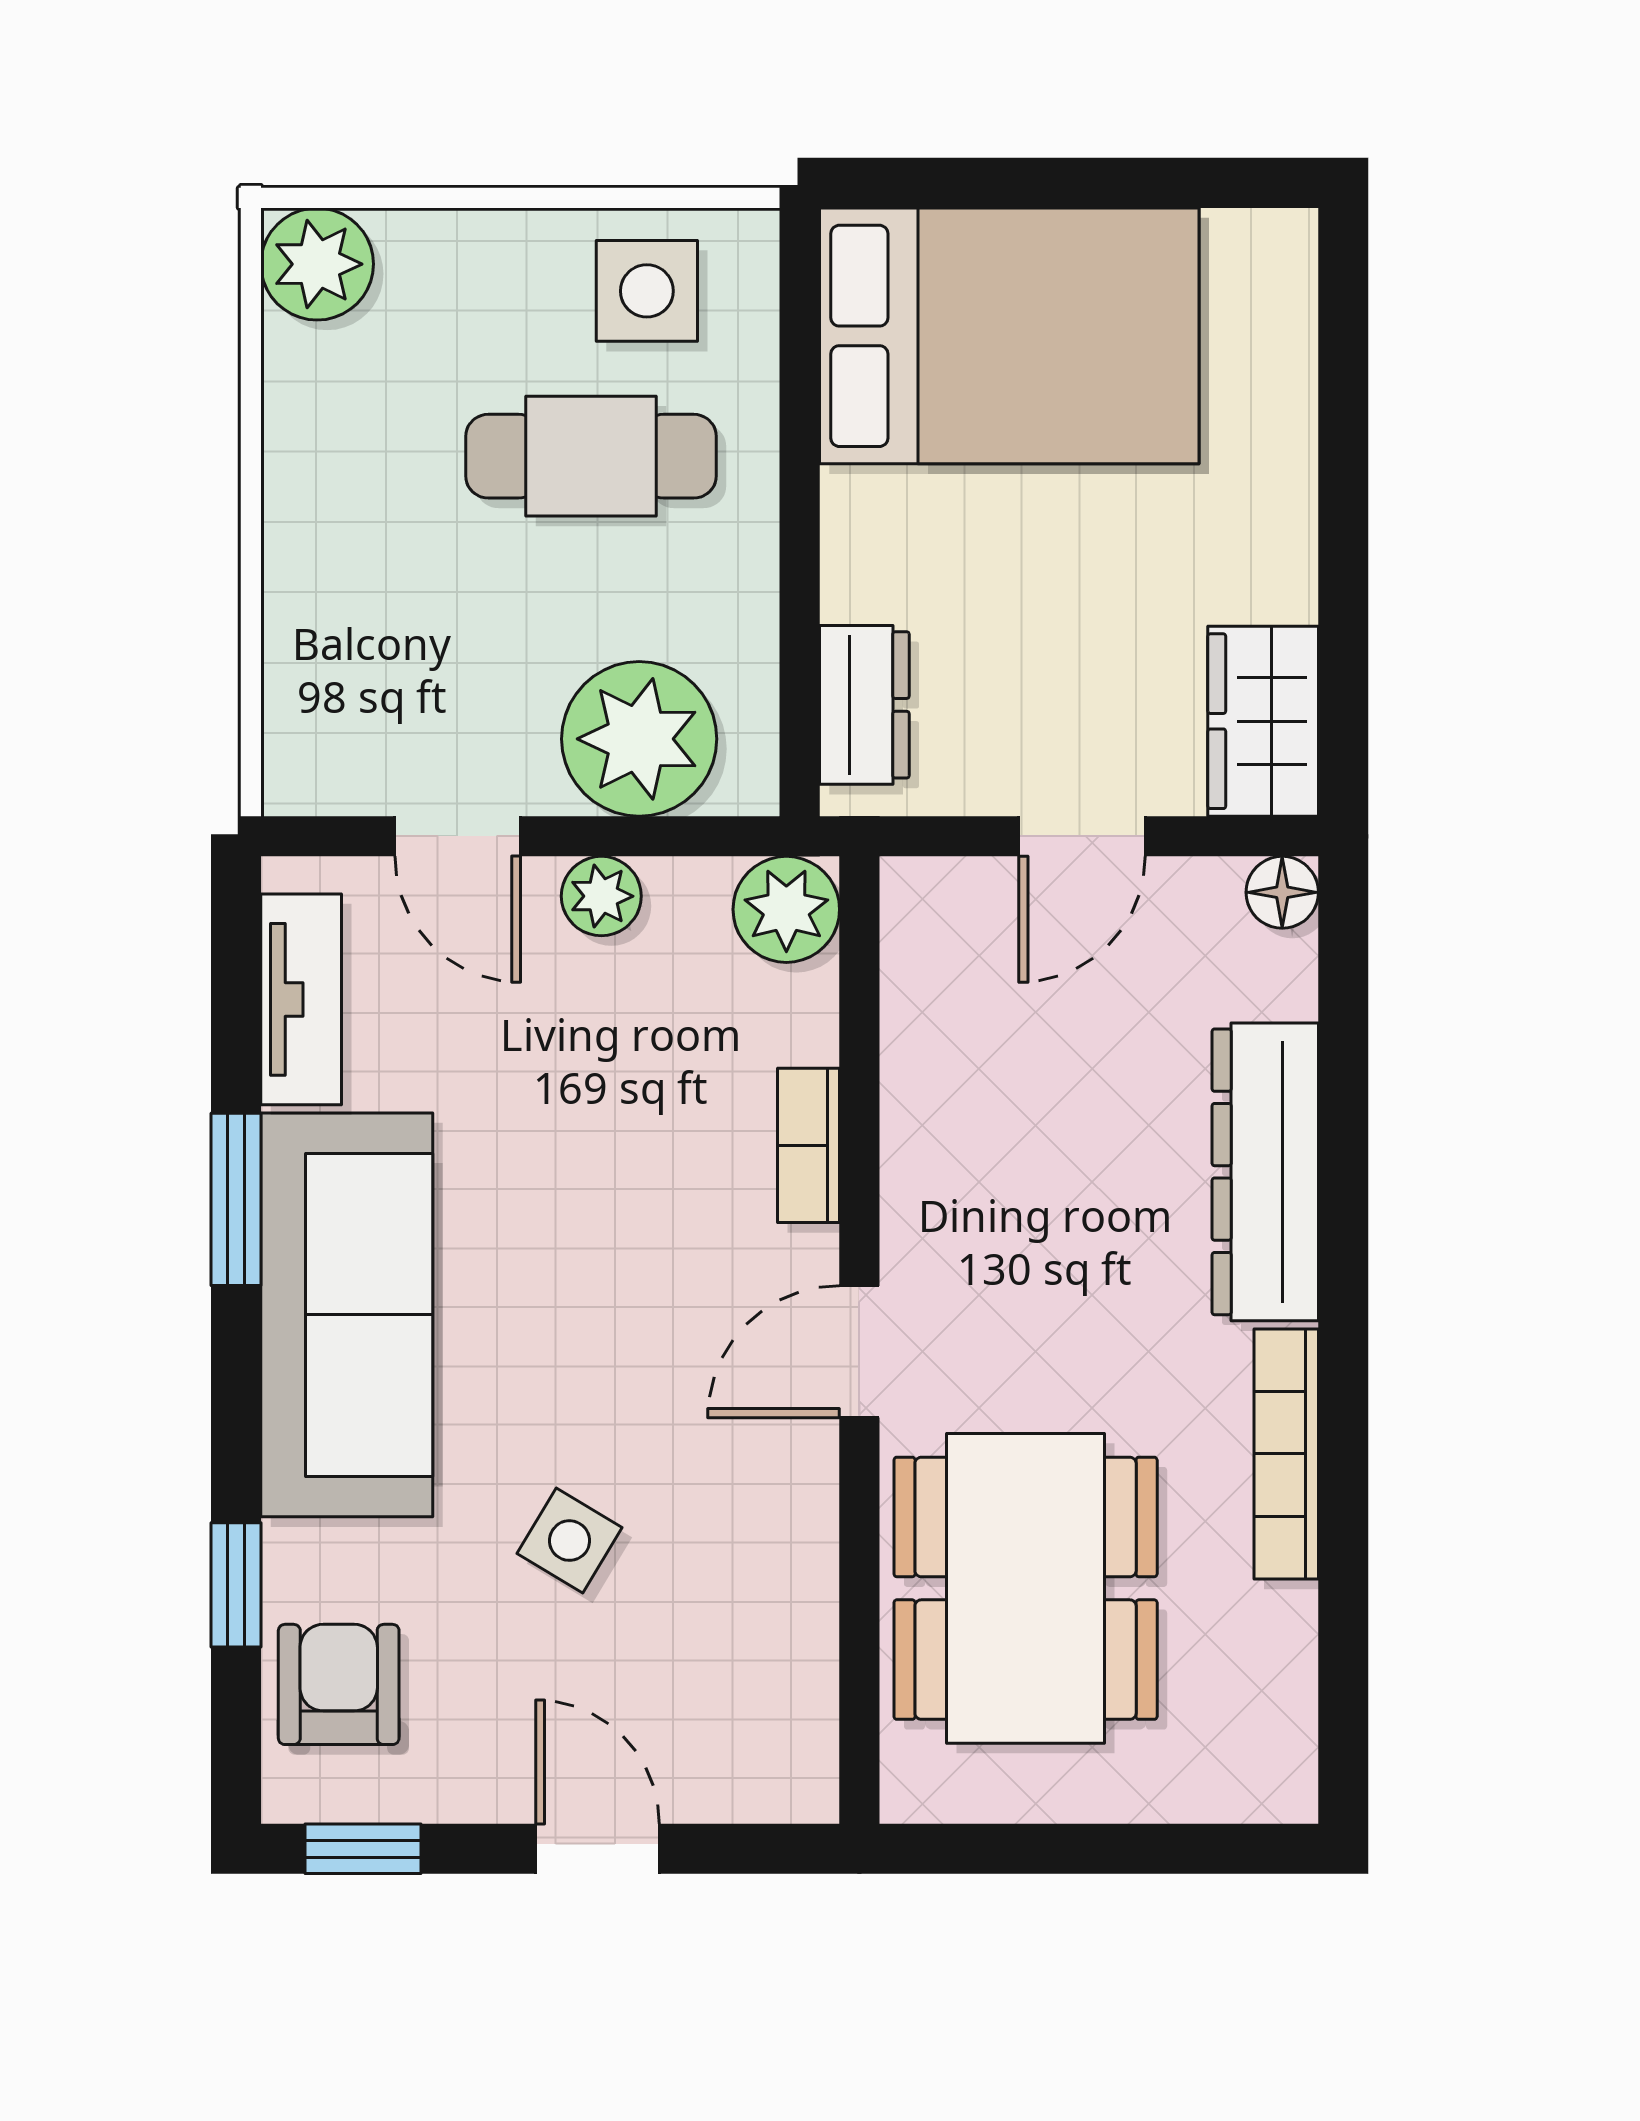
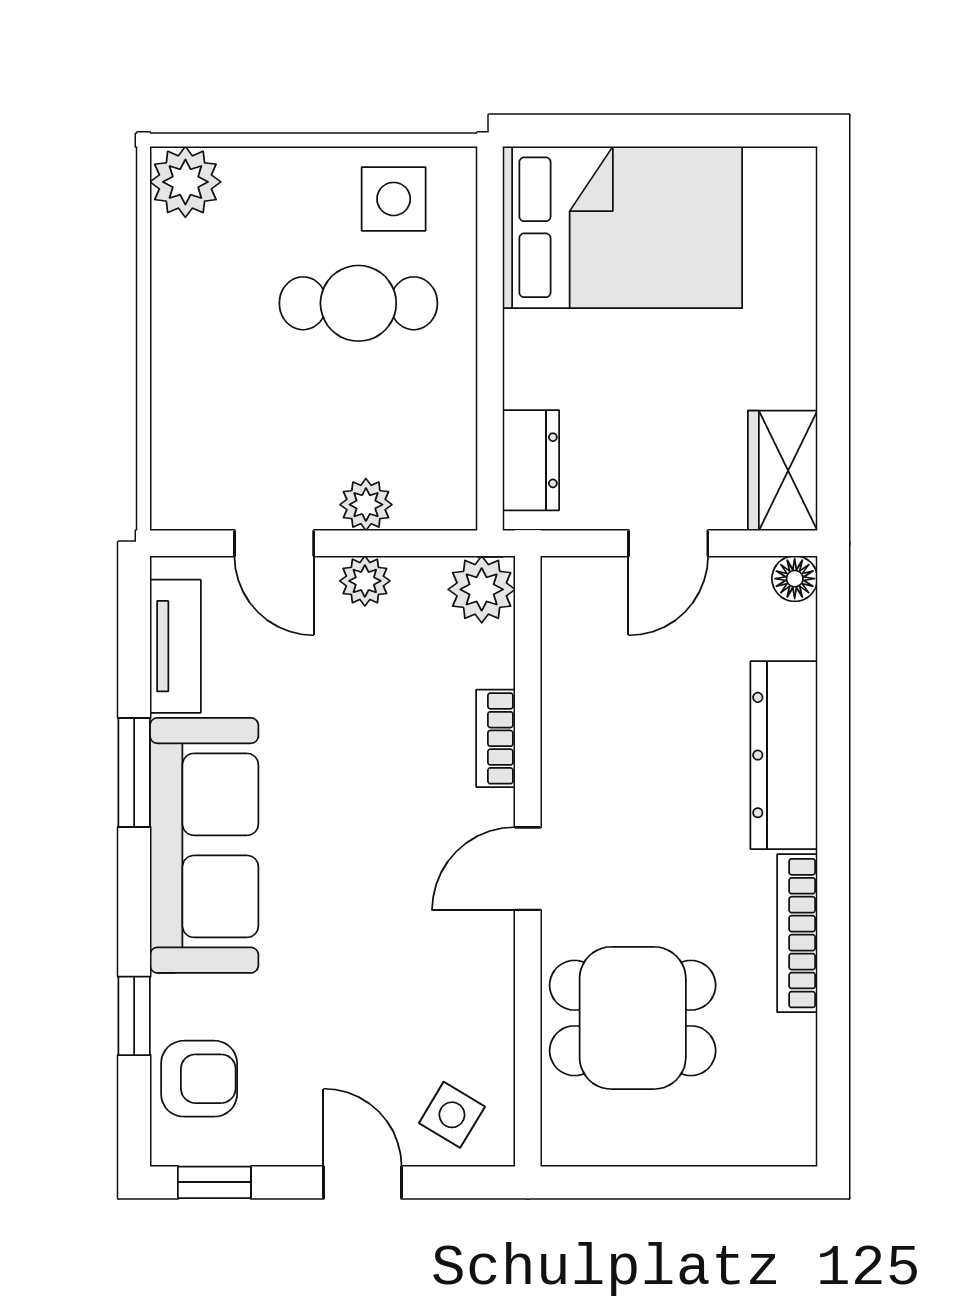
plant: (639, 739) -> (366, 505), width x0.53, depth x0.53
side table: (570, 1541) -> (452, 1115), moved
dining table: (1026, 1588) -> (633, 1018), width x0.73
armchair: (339, 1684) -> (199, 1079), turned 90

